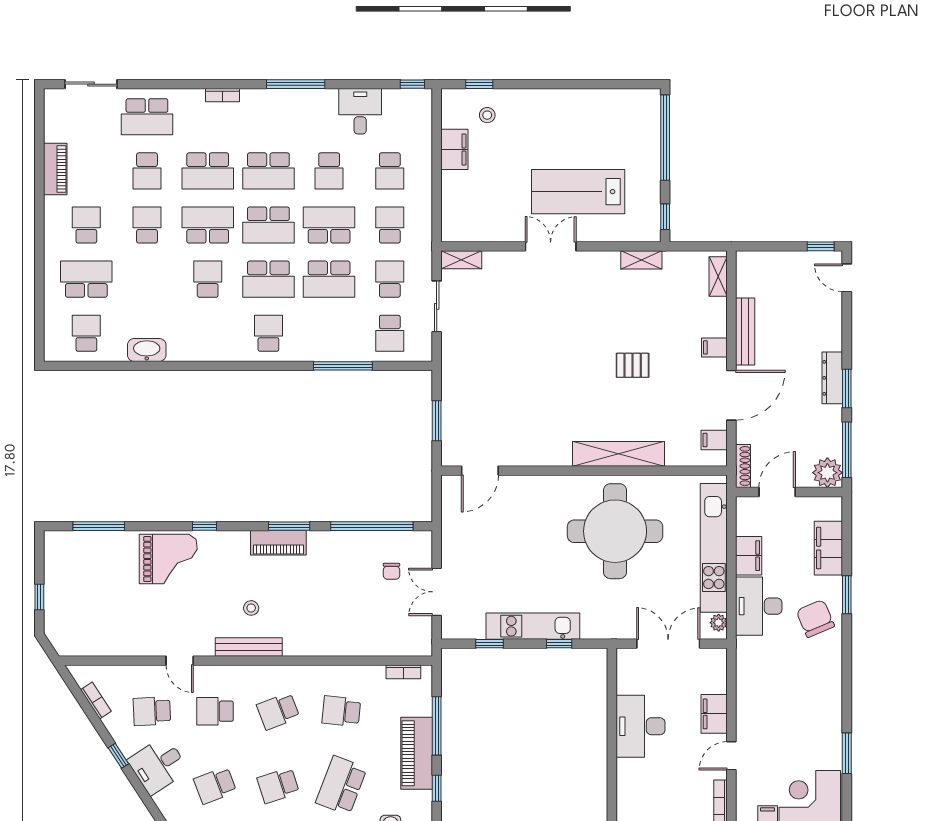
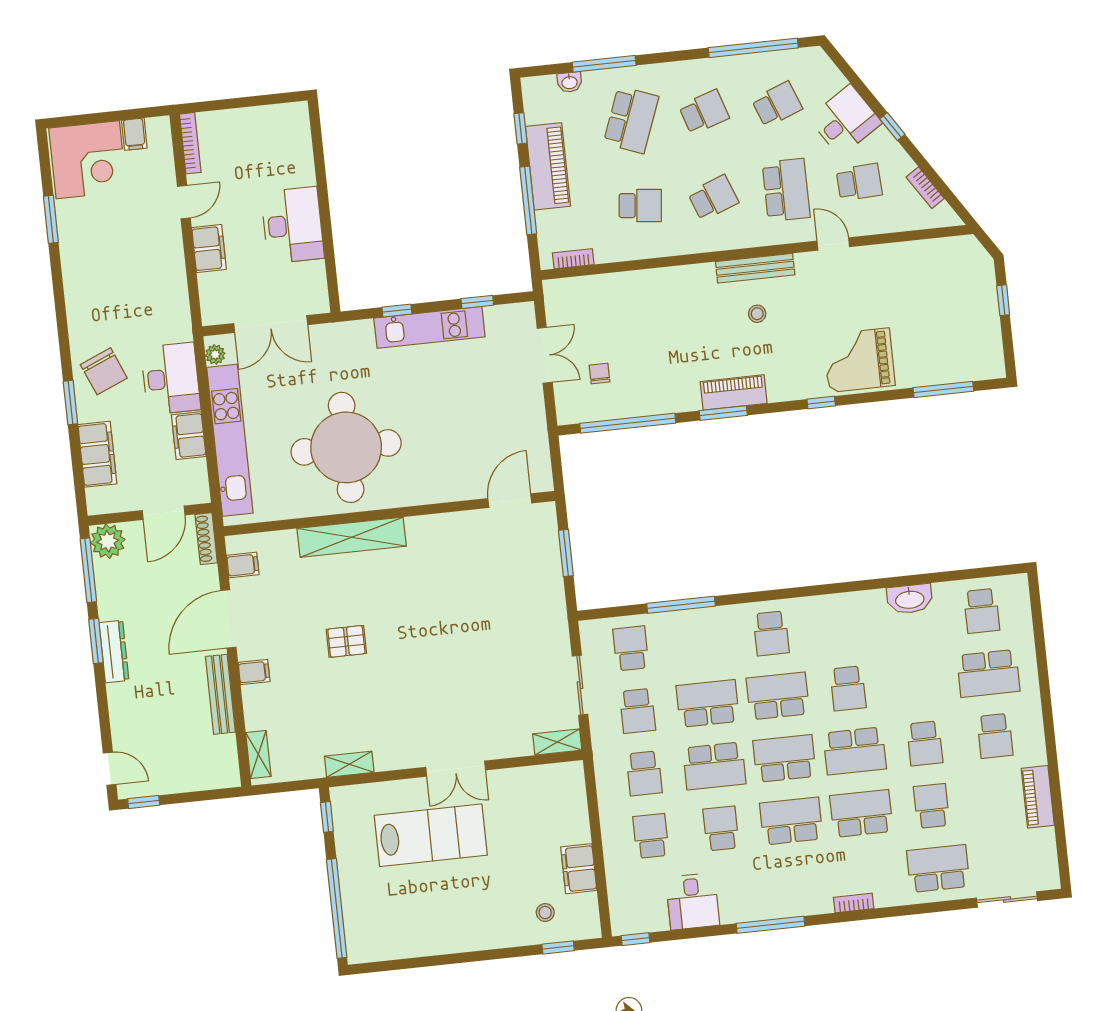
school desk: (215, 711) -> (786, 190), width x1.85

